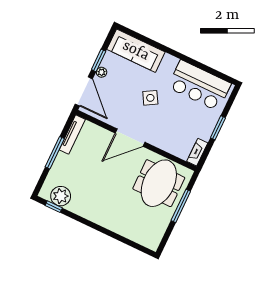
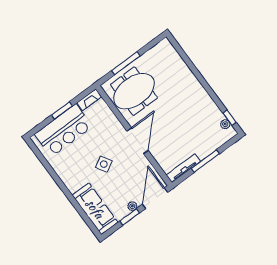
bar counter: (199, 85) -> (64, 130), moved, turned 90
door: (130, 138) -> (138, 141), hinge flipped
plant: (61, 196) -> (225, 124), width x0.53, depth x0.53

